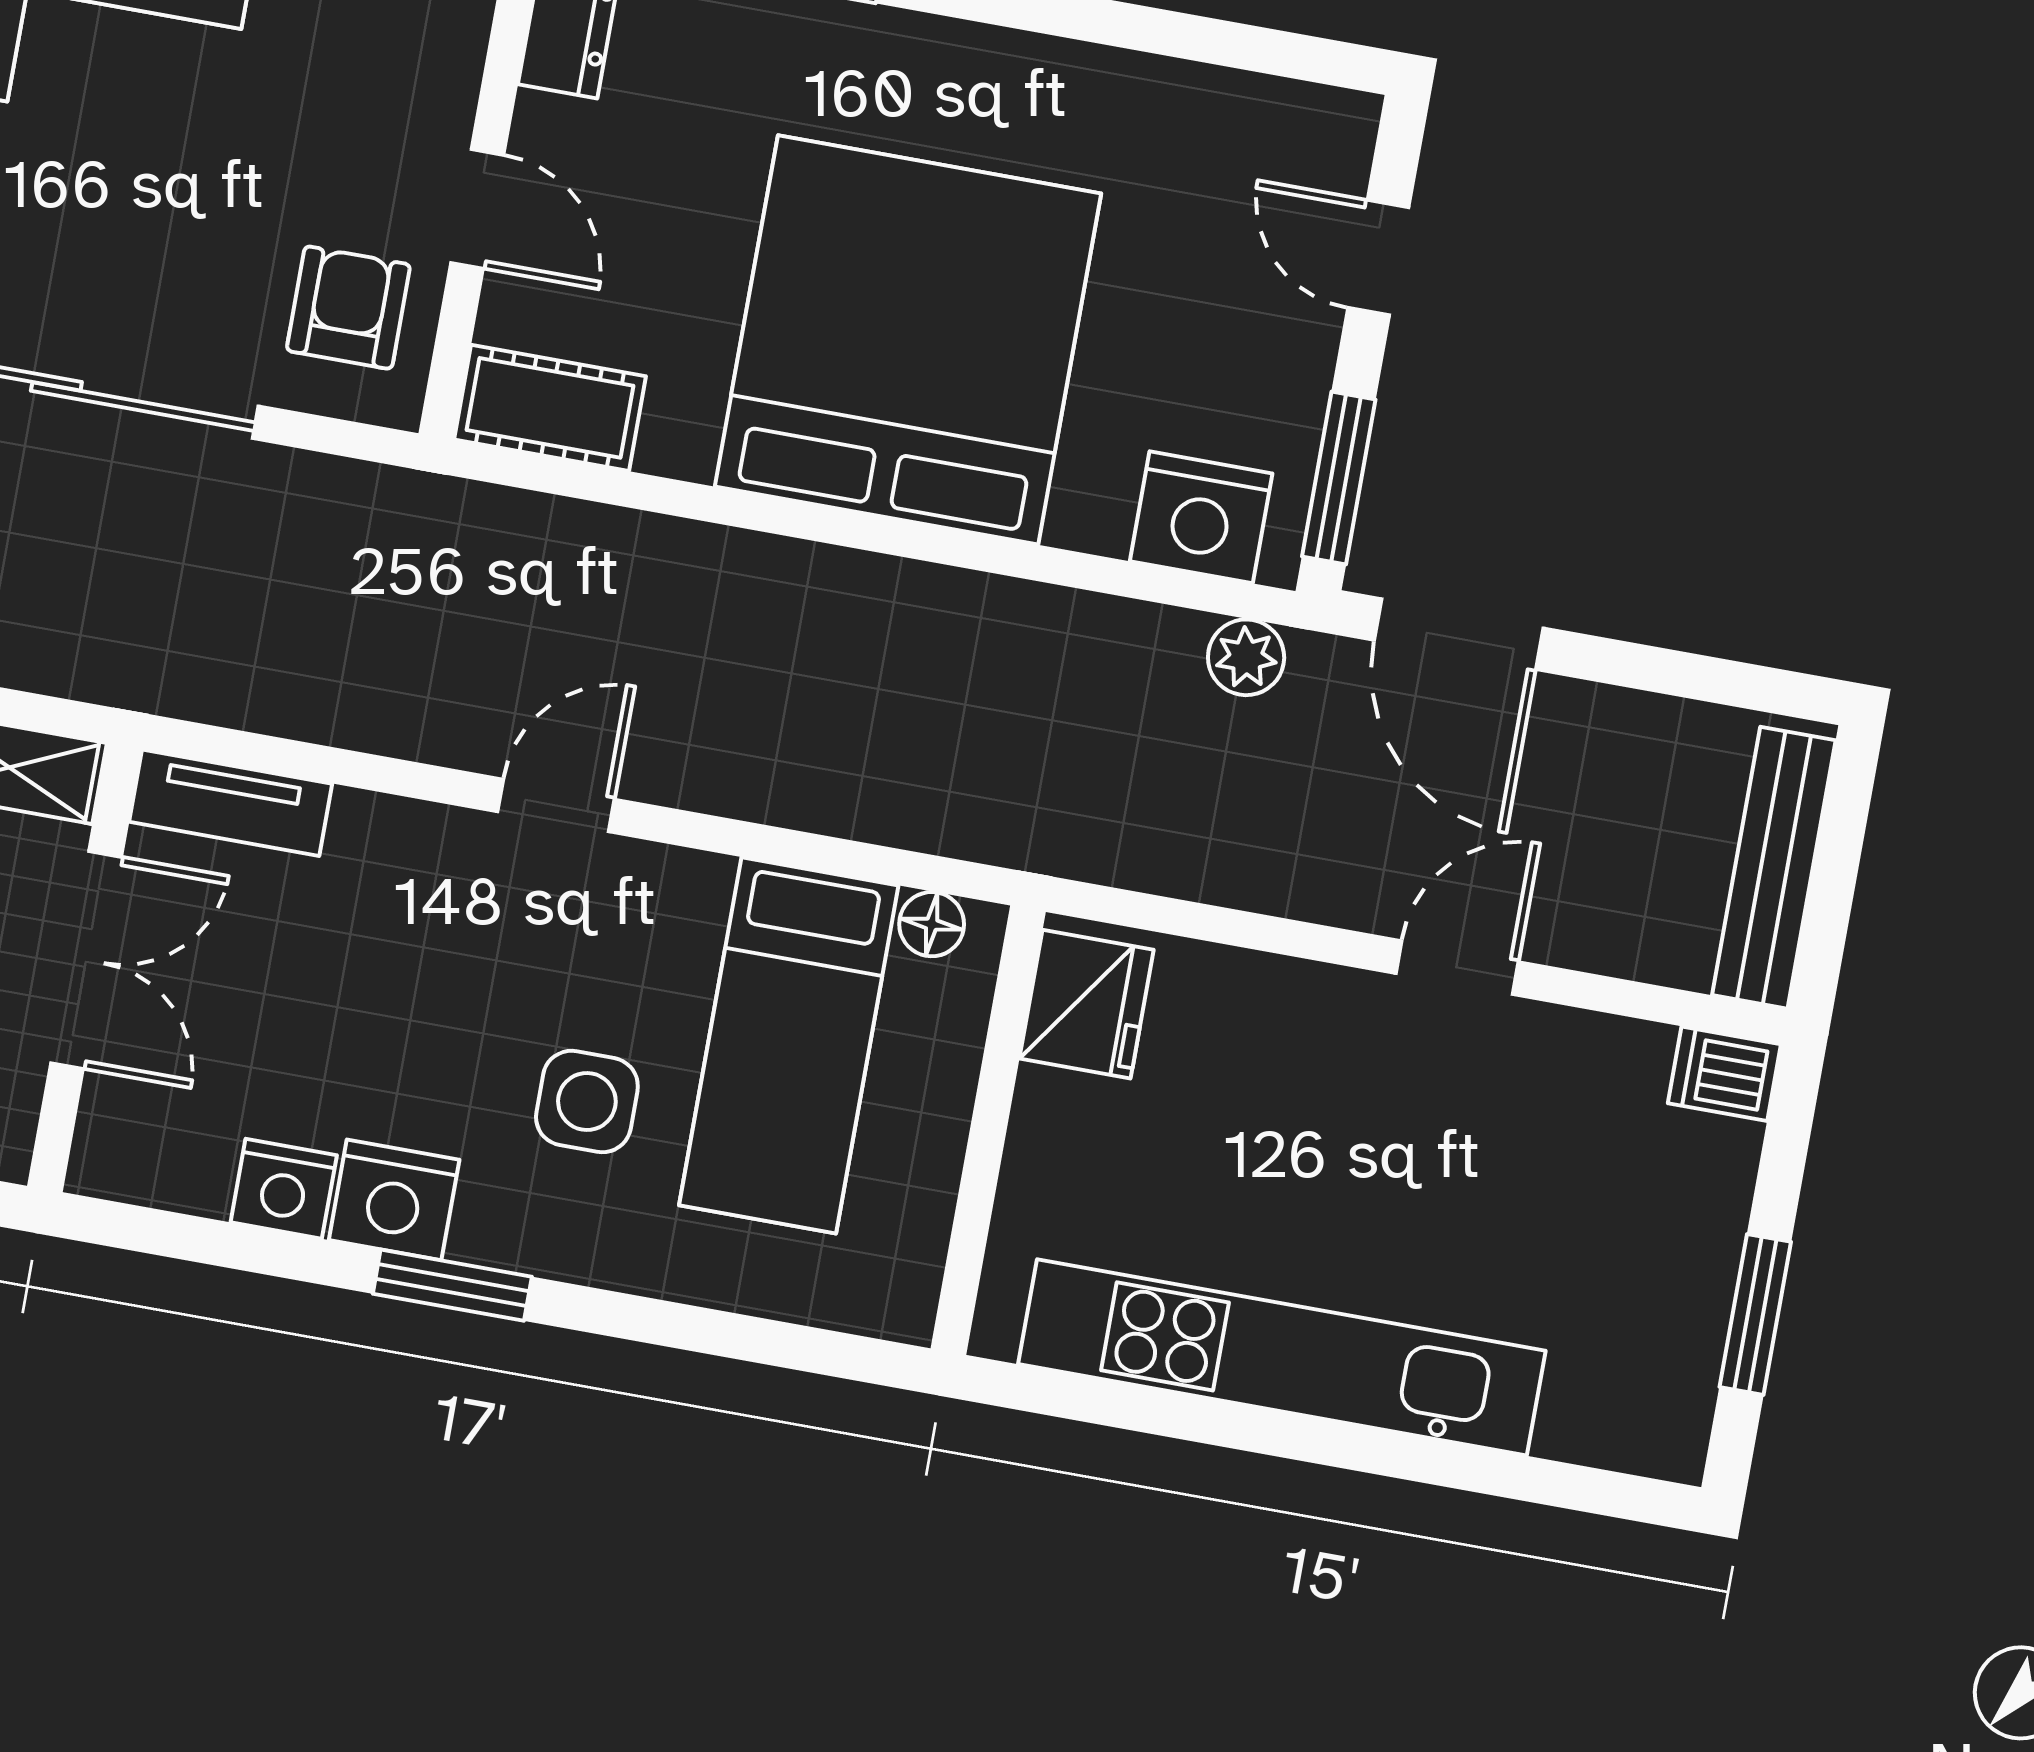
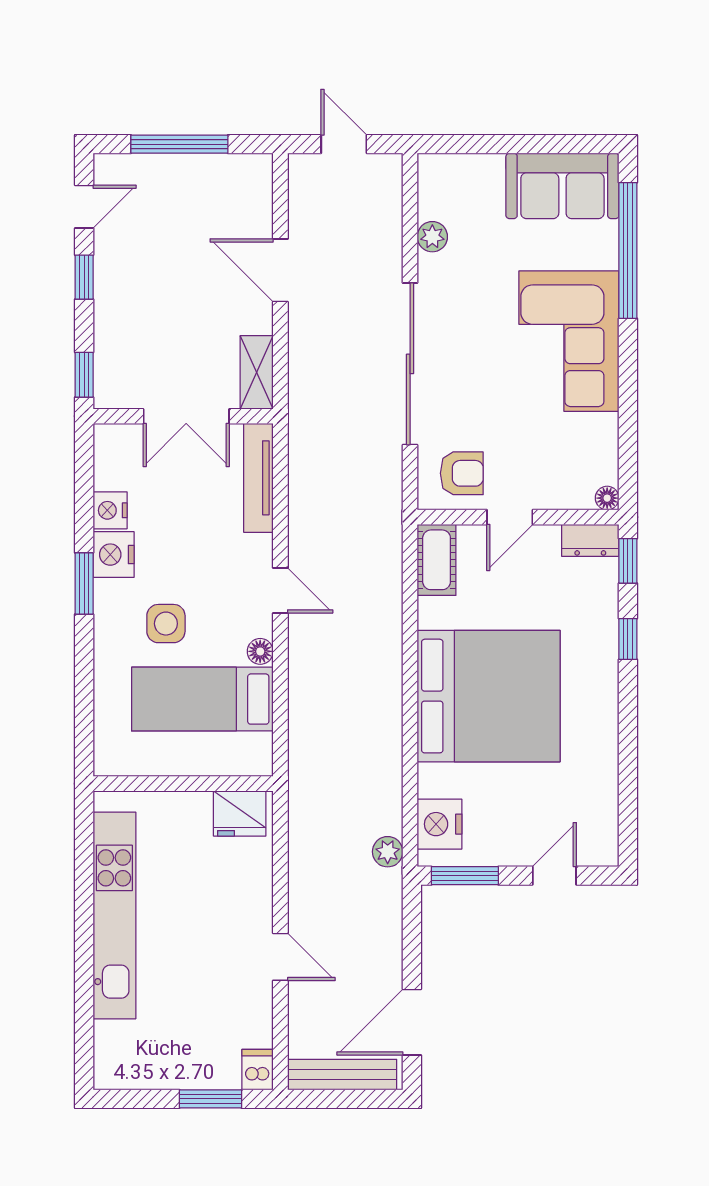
door: (1459, 634) -> (412, 1022), moved
tv unit: (231, 803) -> (258, 478), width x1.41
floor lamp: (932, 924) -> (260, 651), moved
window: (1755, 1314) -> (211, 1099), moved

